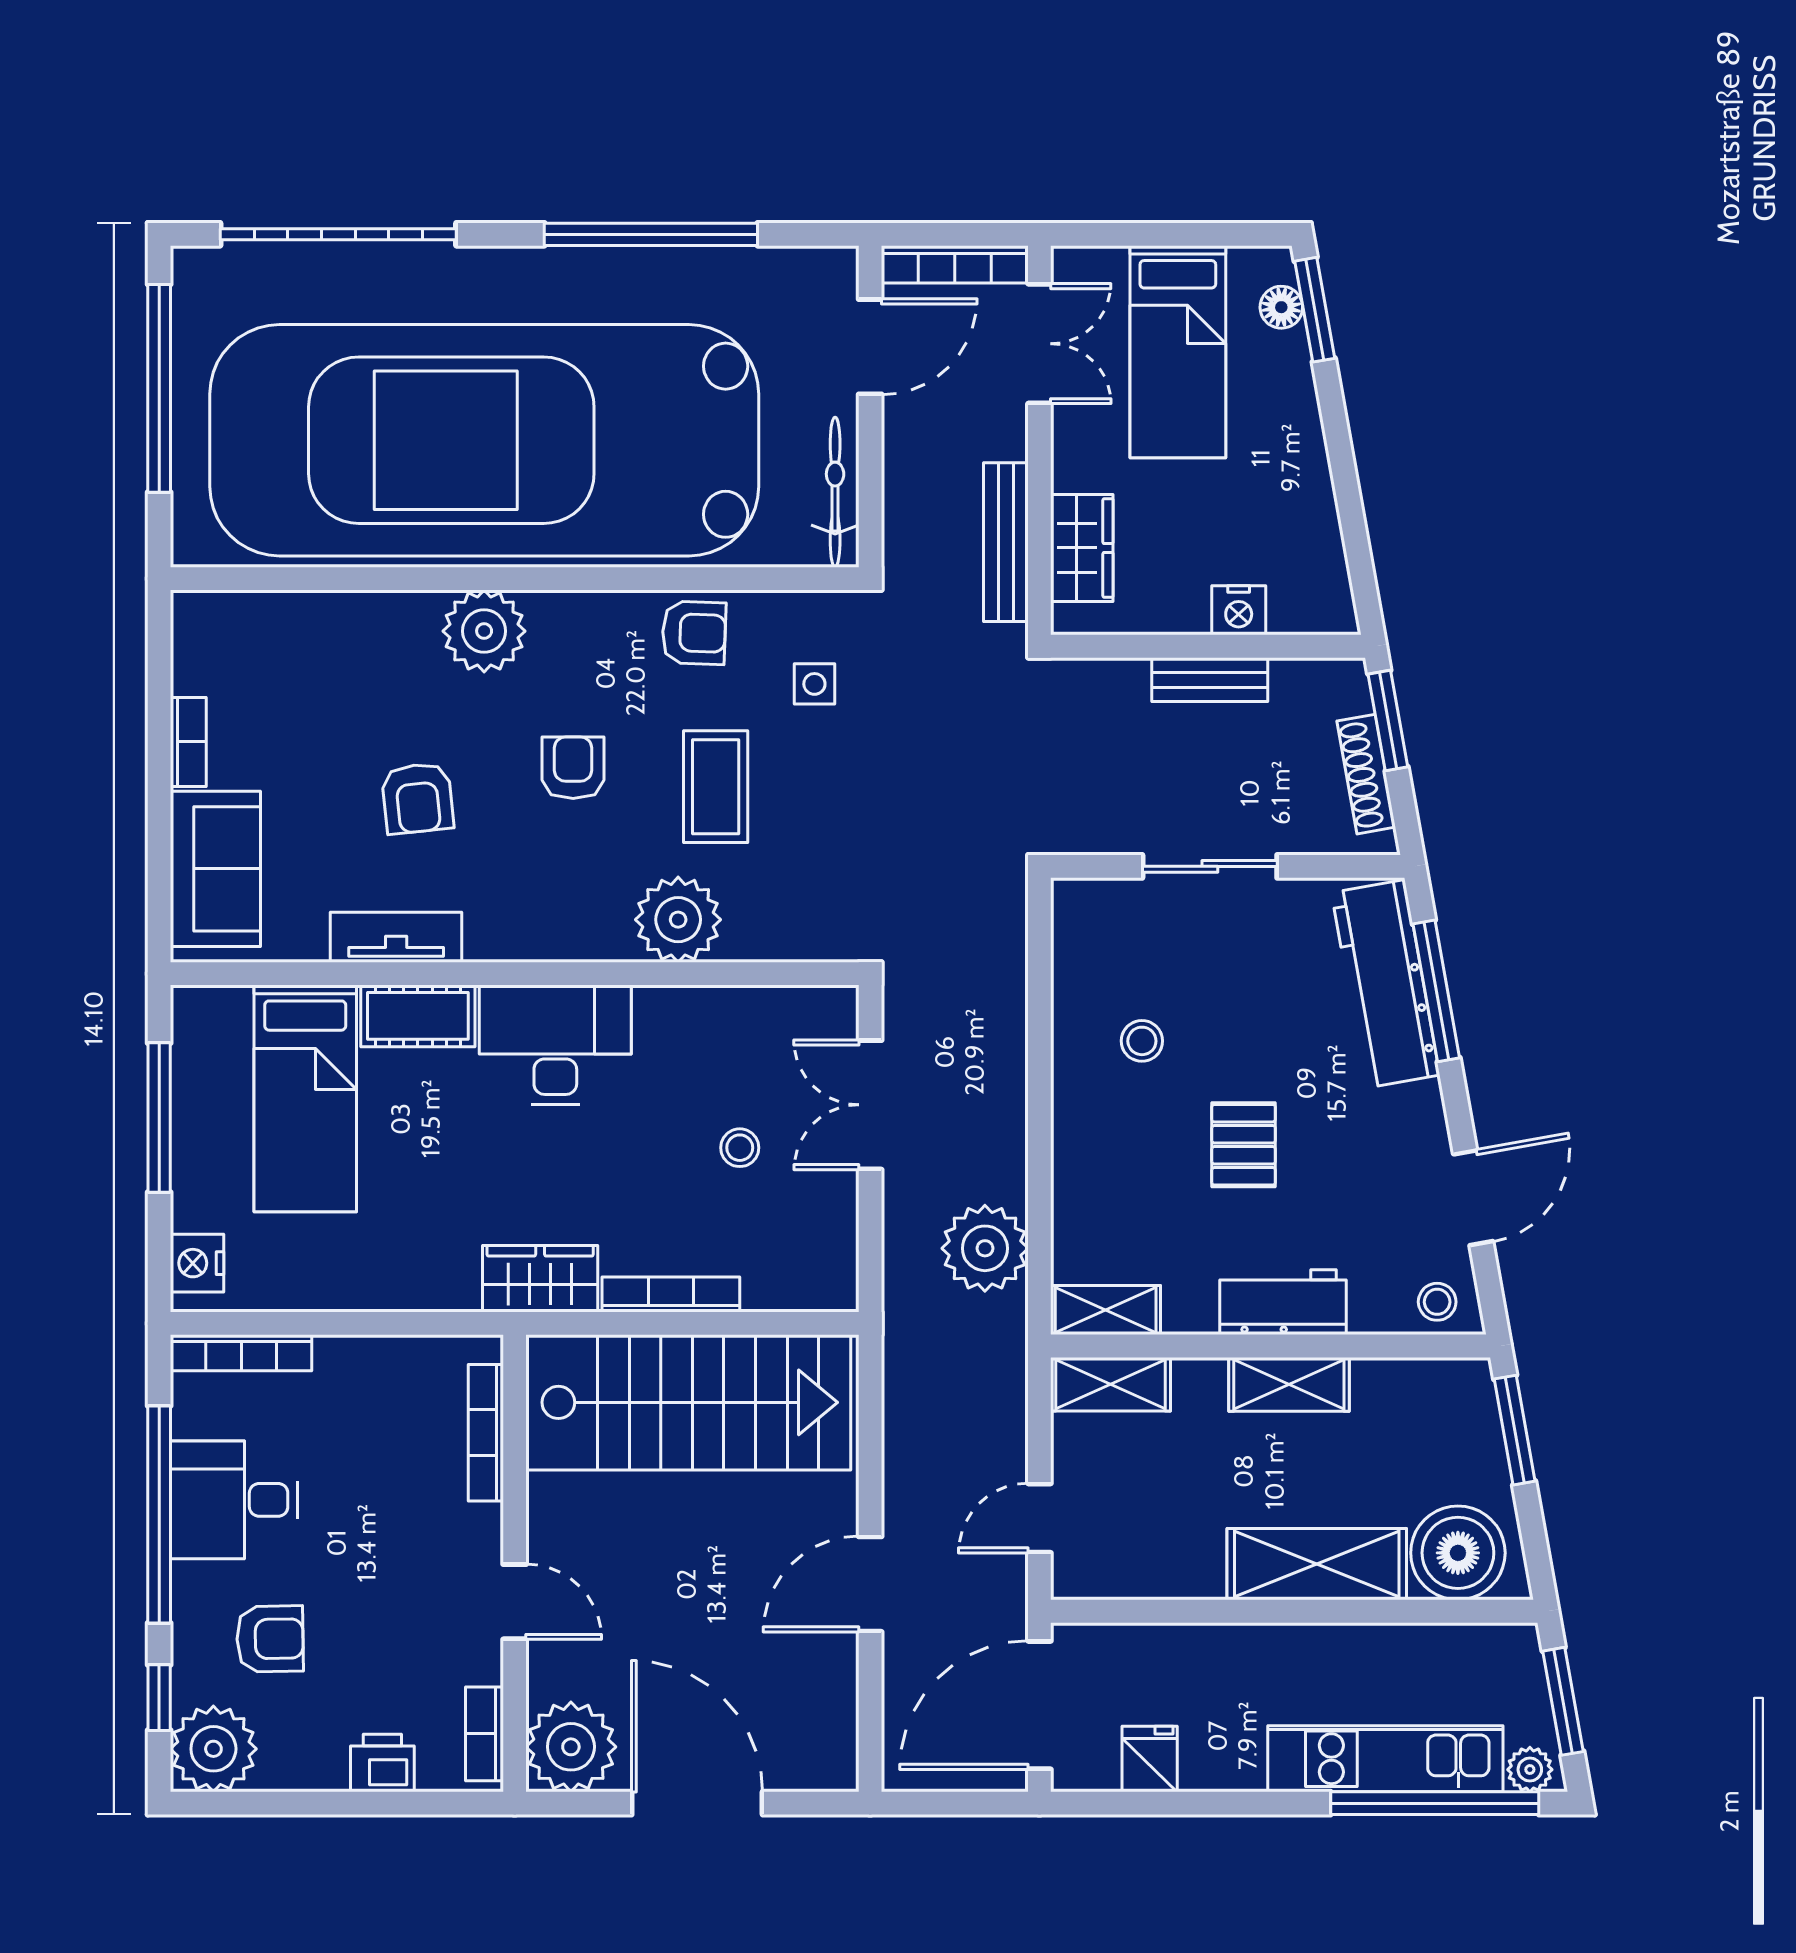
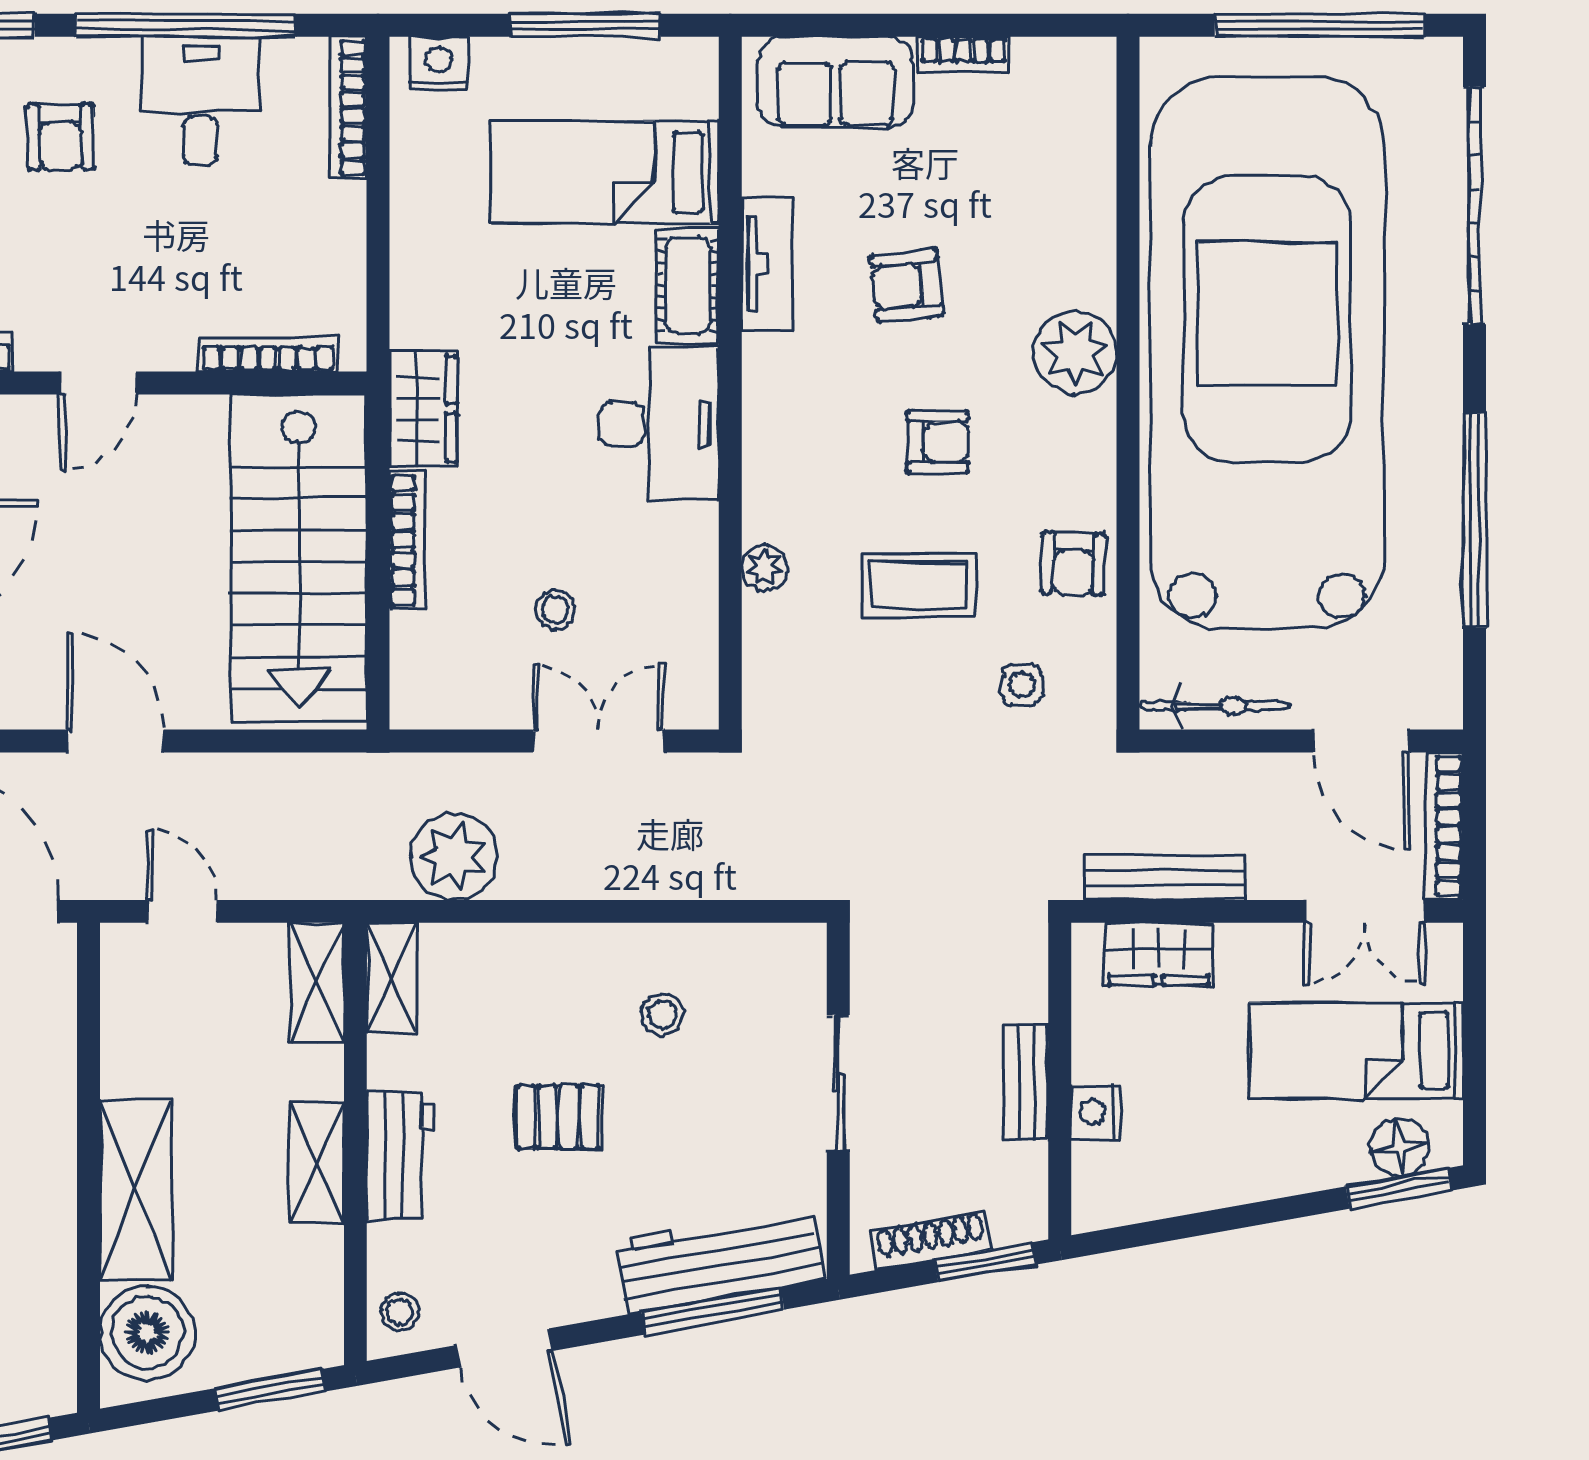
floor lamp: (1281, 307) -> (1400, 1147), width x1.37, depth x1.37
plant: (678, 920) -> (765, 568), width x0.53, depth x0.53

